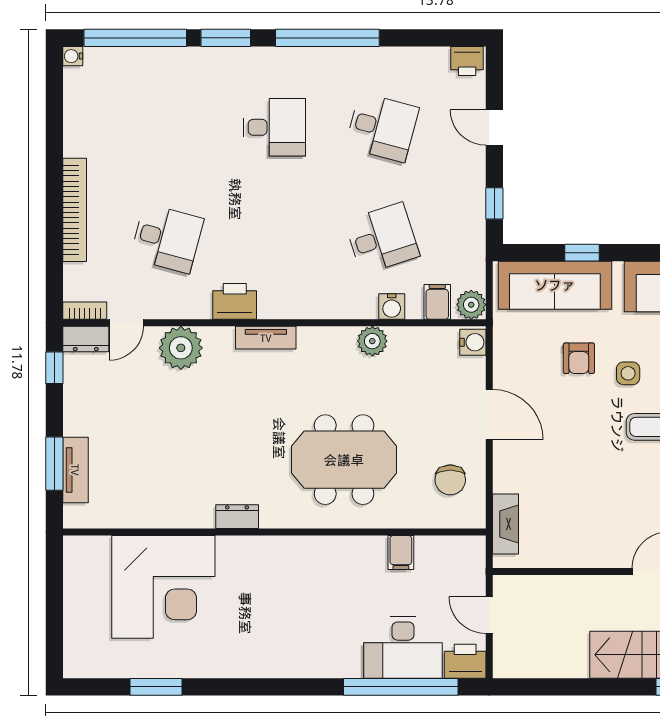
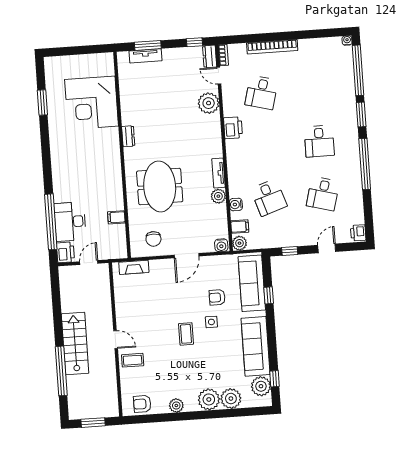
tv unit: (266, 338) -> (218, 173), moved
chair: (450, 480) -> (153, 239), turned -90

